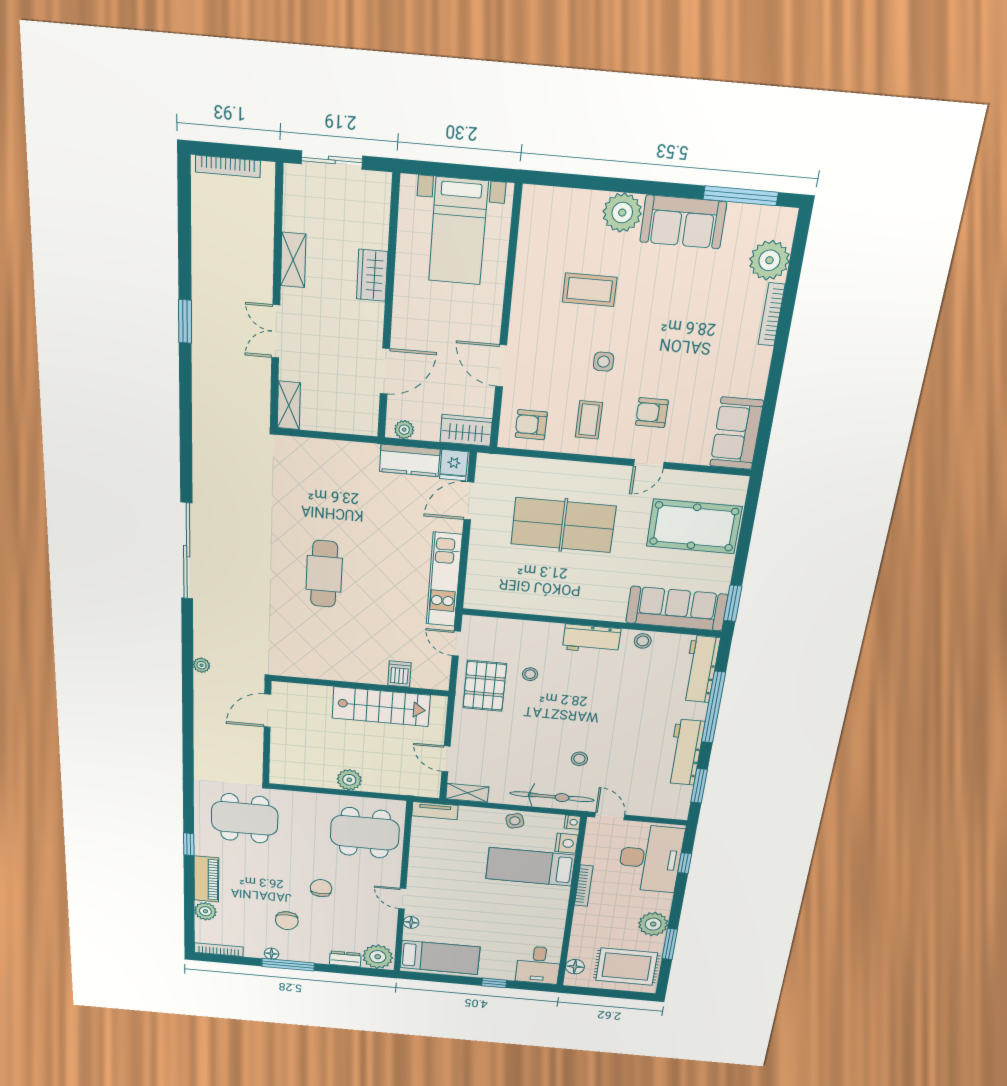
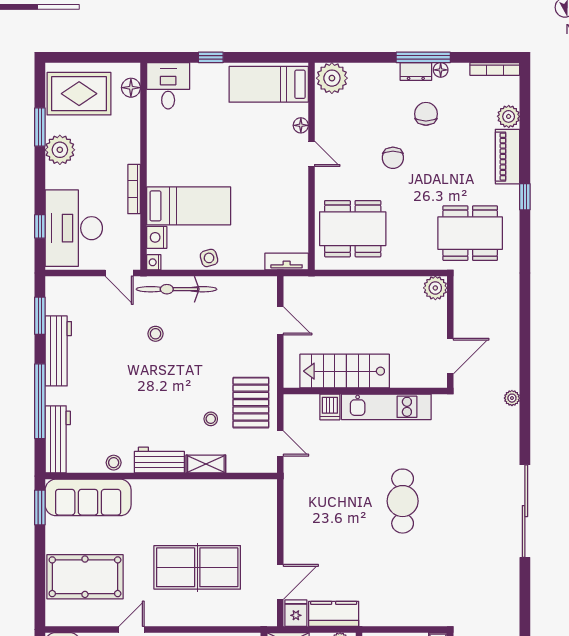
kitchen unit: (444, 580) -> (386, 407), moved, turned 90
plant: (349, 780) -> (435, 288), moved
shelving: (467, 793) -> (206, 464), moved
dresser: (345, 959) -> (416, 71), moved

